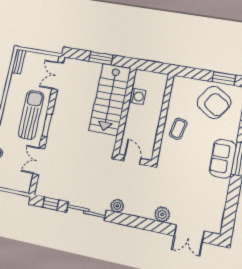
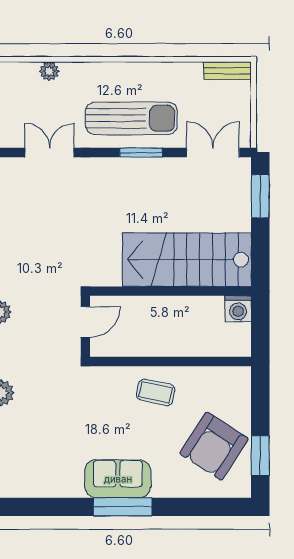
window: (101, 58) -> (260, 196), moved
washing machine: (138, 96) -> (238, 309), moved
window: (47, 125) -> (141, 153), moved

